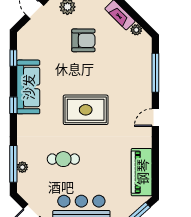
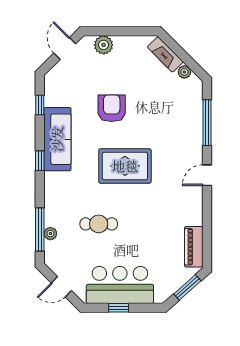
armchair: (83, 40) -> (112, 108), moved, turned -90
piano: (142, 172) -> (194, 247), width x0.73, depth x0.75

